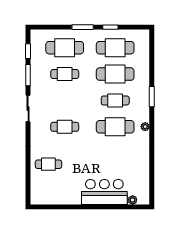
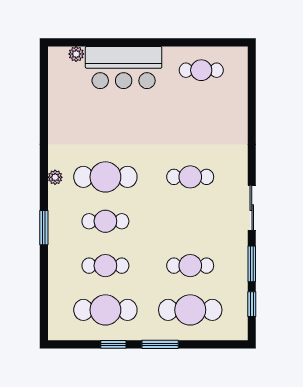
cafe table: (115, 74) -> (105, 266), width x0.73, depth x0.74
cafe table: (48, 164) -> (201, 70), moved

